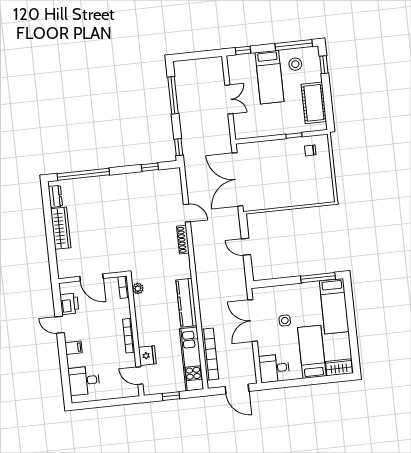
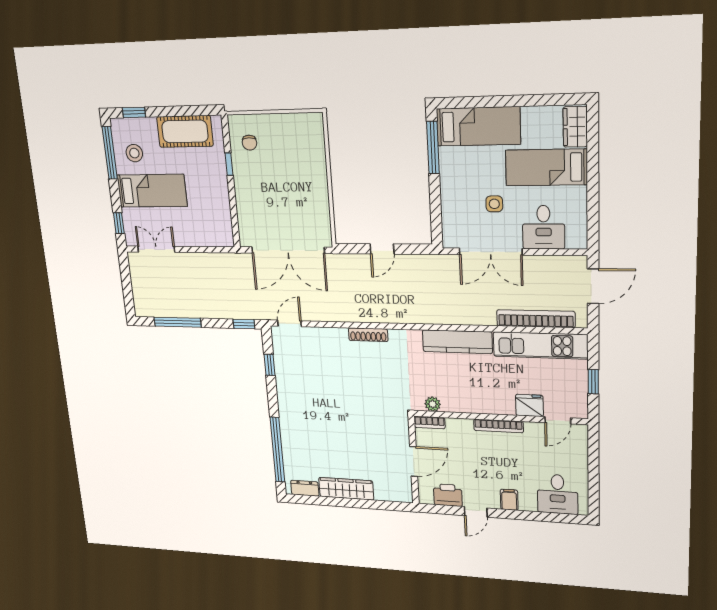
double door: (229, 99) -> (156, 249), moved
door: (187, 213) -> (289, 323), moved
desk: (274, 368) -> (544, 227), moved

